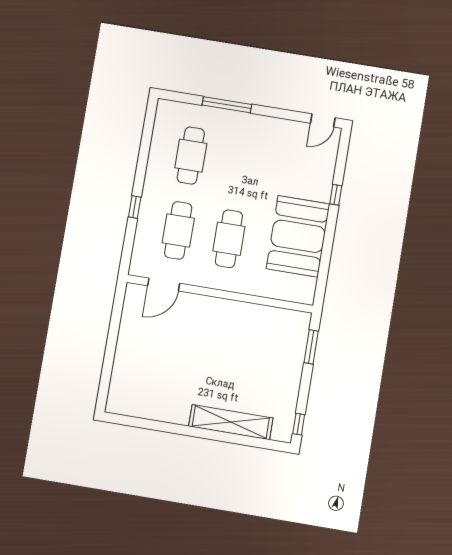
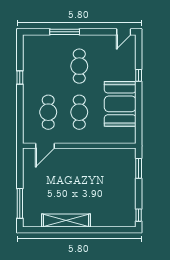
cafe table: (191, 156) -> (79, 66), moved
window: (135, 207) -> (20, 78), moved
window: (107, 372) -> (20, 203), added
shelving: (231, 422) -> (66, 220), moved

